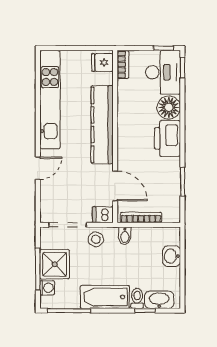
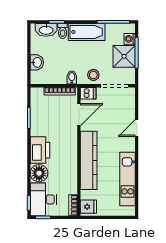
kitchen unit: (50, 100) -> (128, 179), width x0.73
door: (115, 186) -> (79, 115), swing flipped

